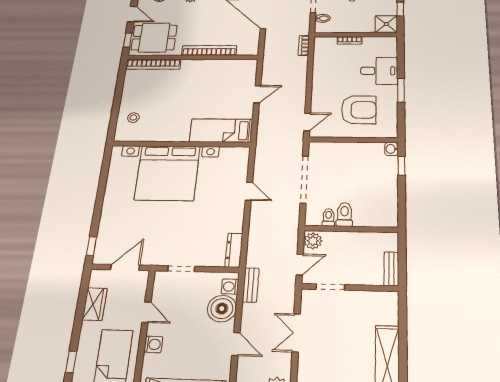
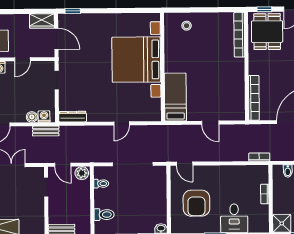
bookcase: (209, 51) -> (254, 98), moved
toilet: (344, 215) -> (104, 215), moved
wardrobe: (95, 304) -> (42, 21), moved
boiler: (222, 309) -> (32, 117), width x0.54, depth x0.54

